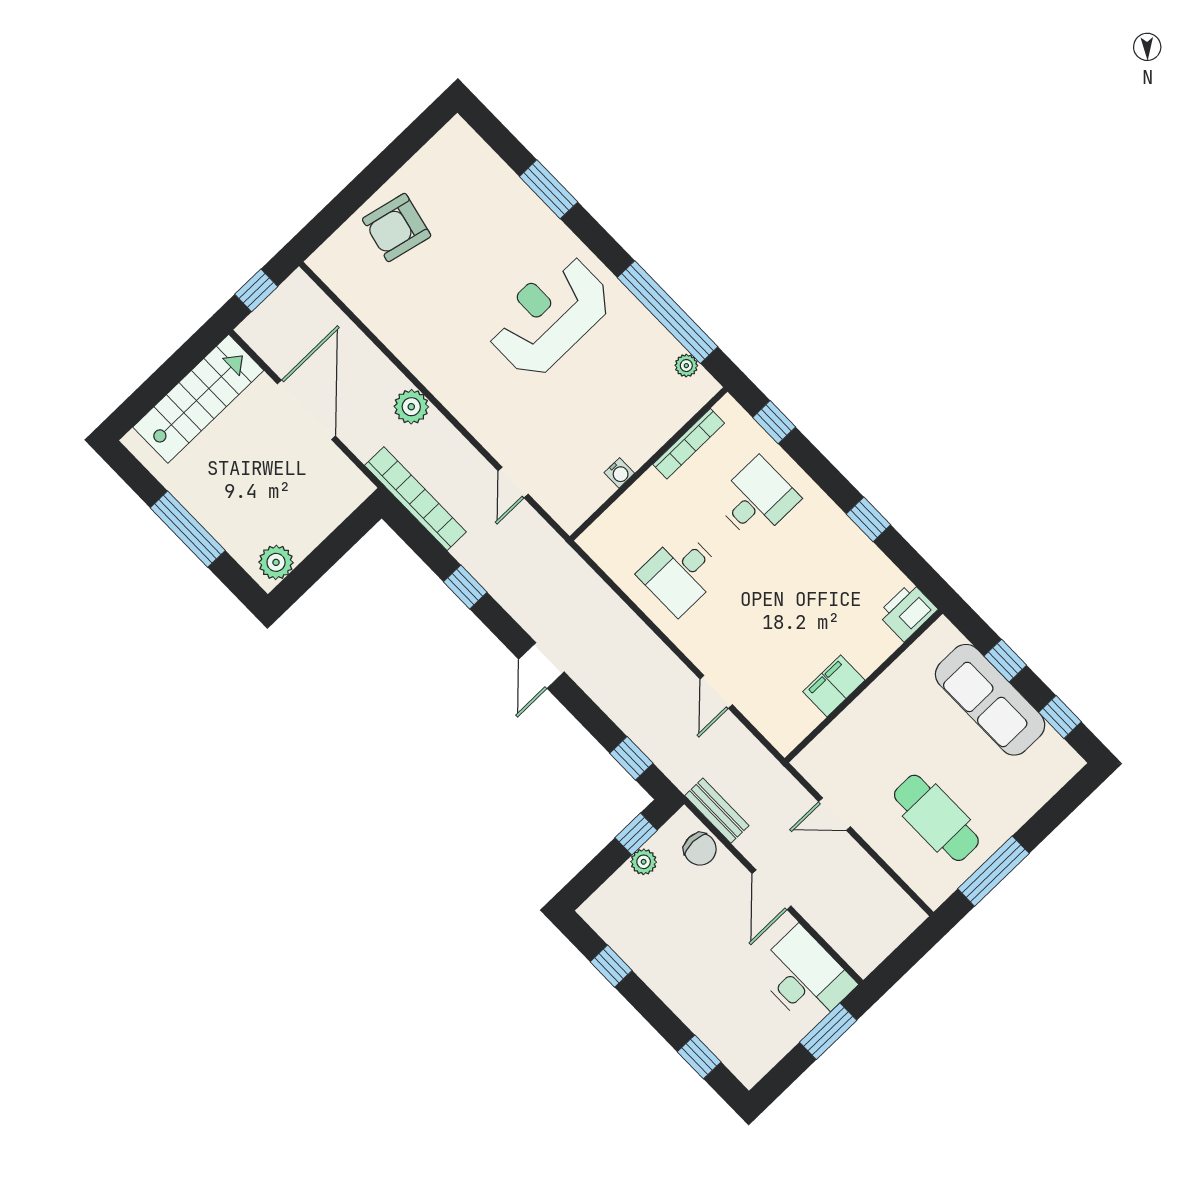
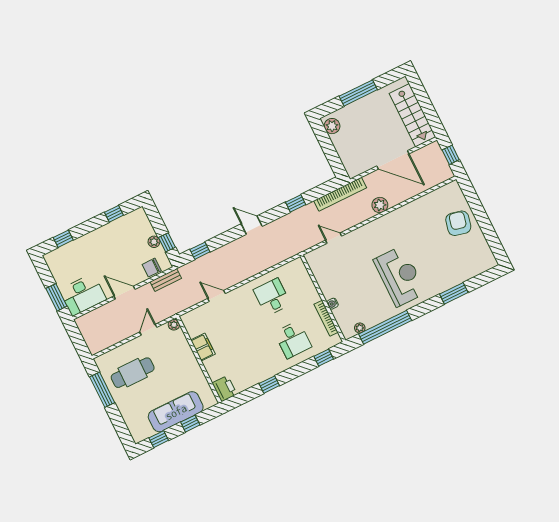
water cooler: (619, 473) -> (333, 304), moved
plant: (806, 763) -> (174, 325), added

